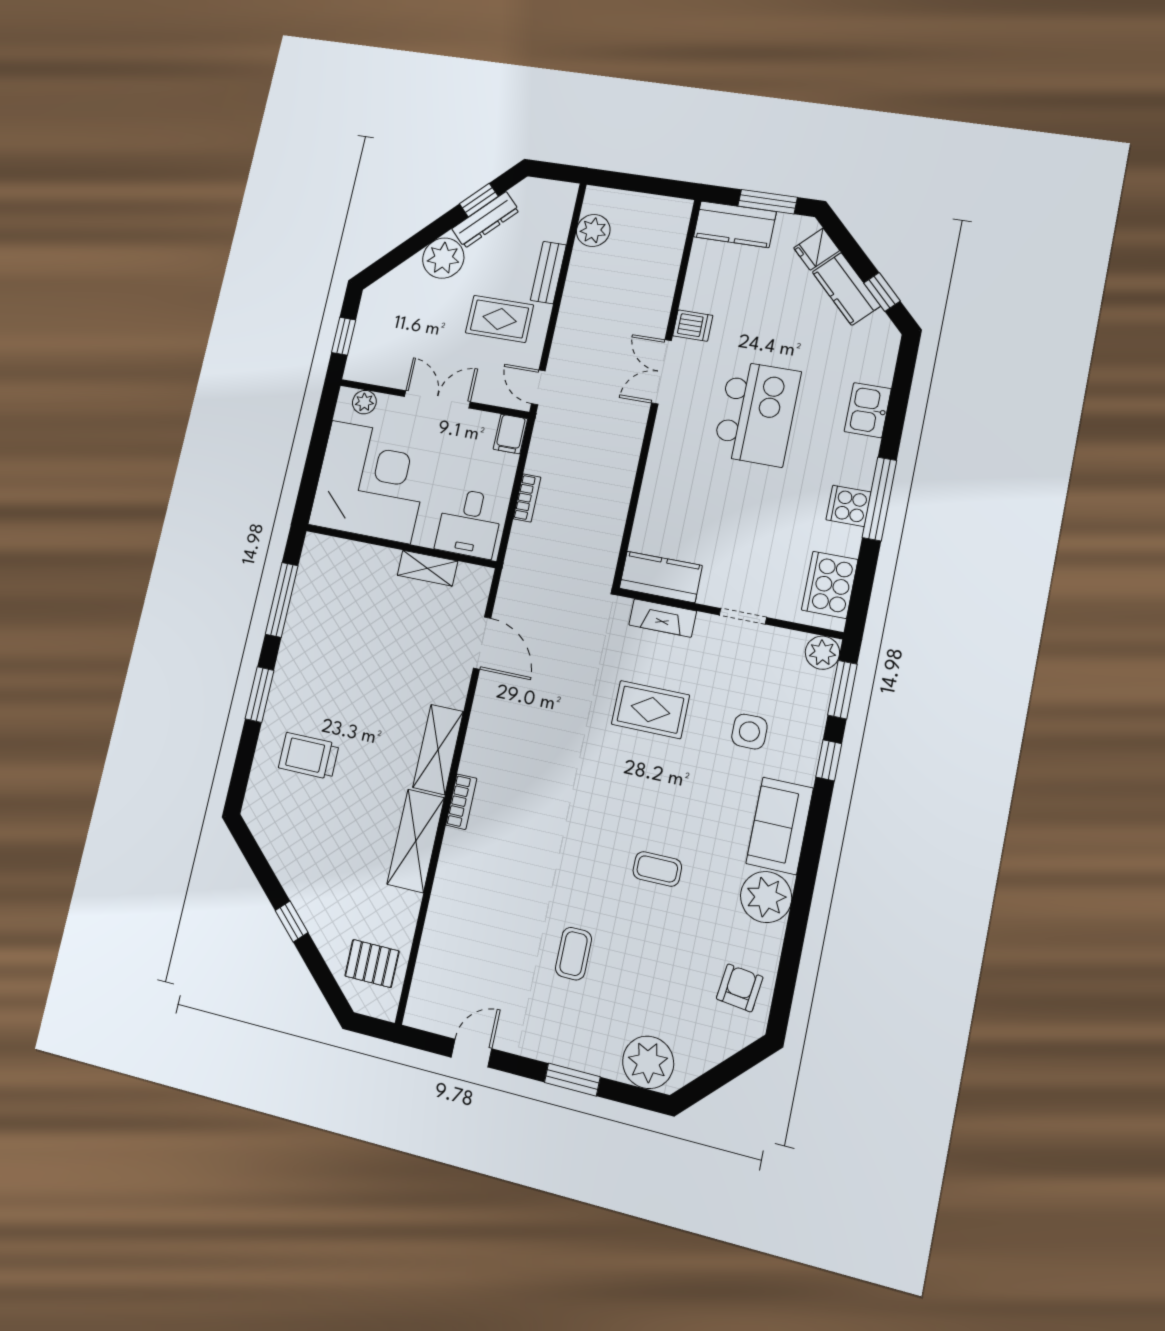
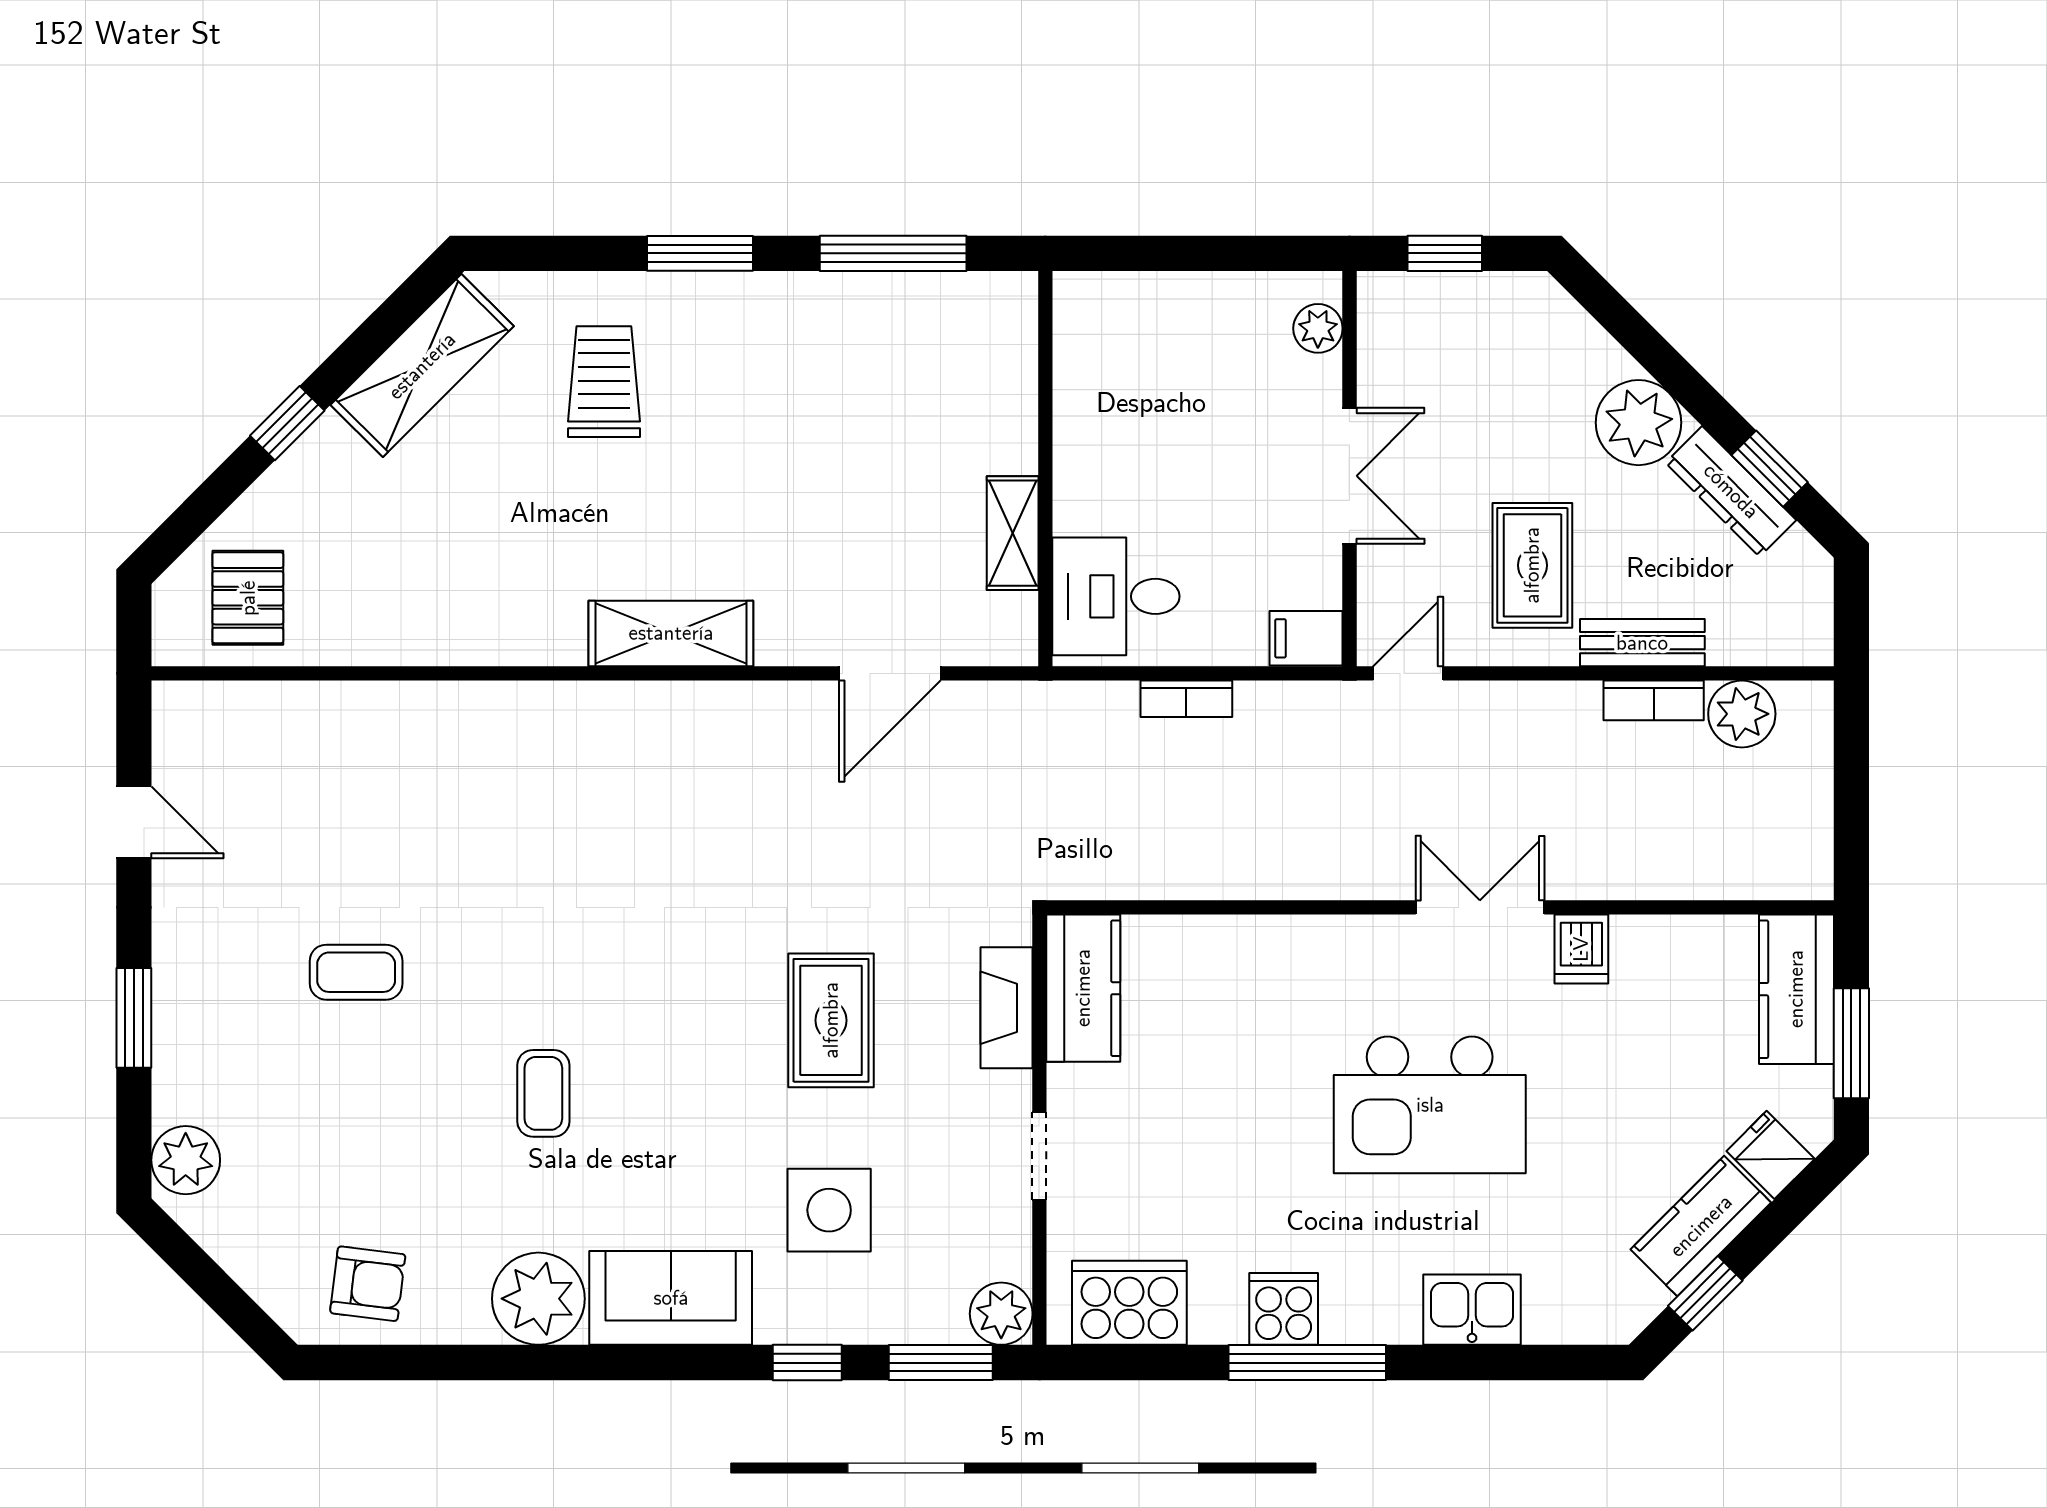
corner desk: (371, 482) -> (1161, 379), removed
side table: (749, 732) -> (829, 1210), width x1.37, depth x1.37
bookcase: (461, 802) -> (1654, 700), moved
shelving: (416, 841) -> (422, 366), moved, turned -45
plant: (648, 1062) -> (186, 1160), width x0.73, depth x0.73

